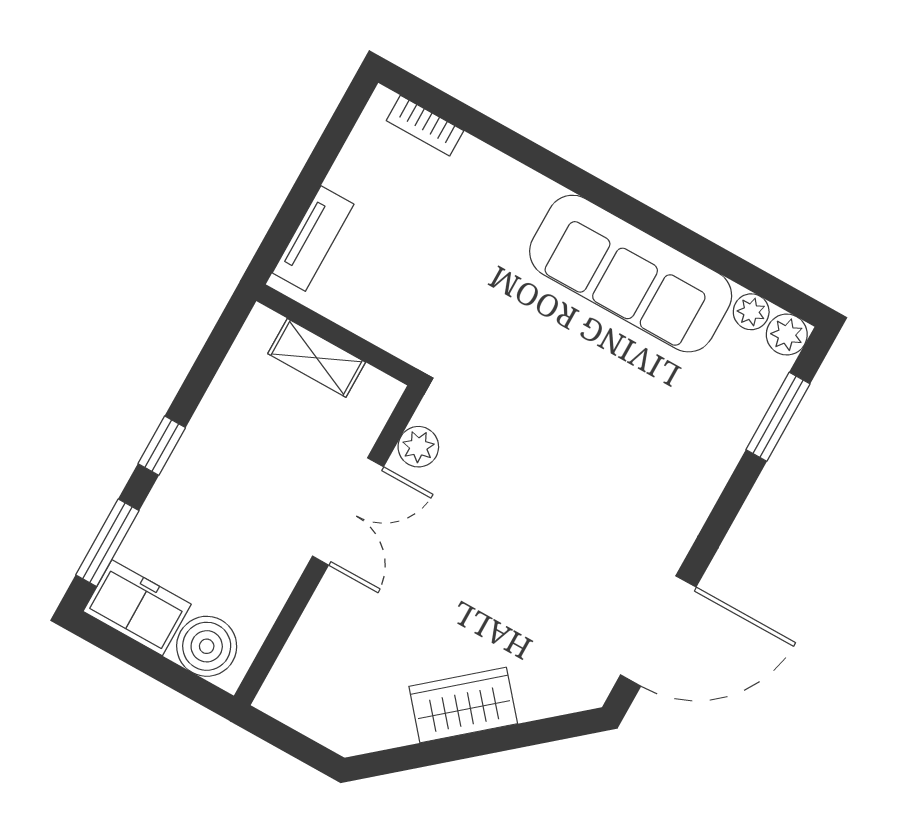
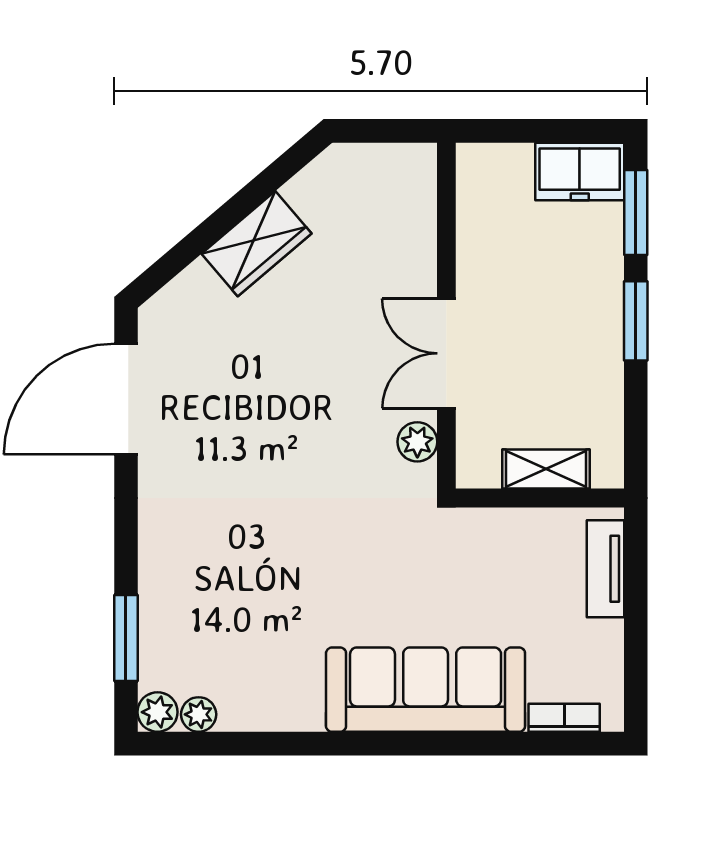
sofa: (631, 274) -> (426, 690), moved
window: (162, 446) -> (636, 321), width x1.50
boiler: (207, 646) -> (502, 172), removed

